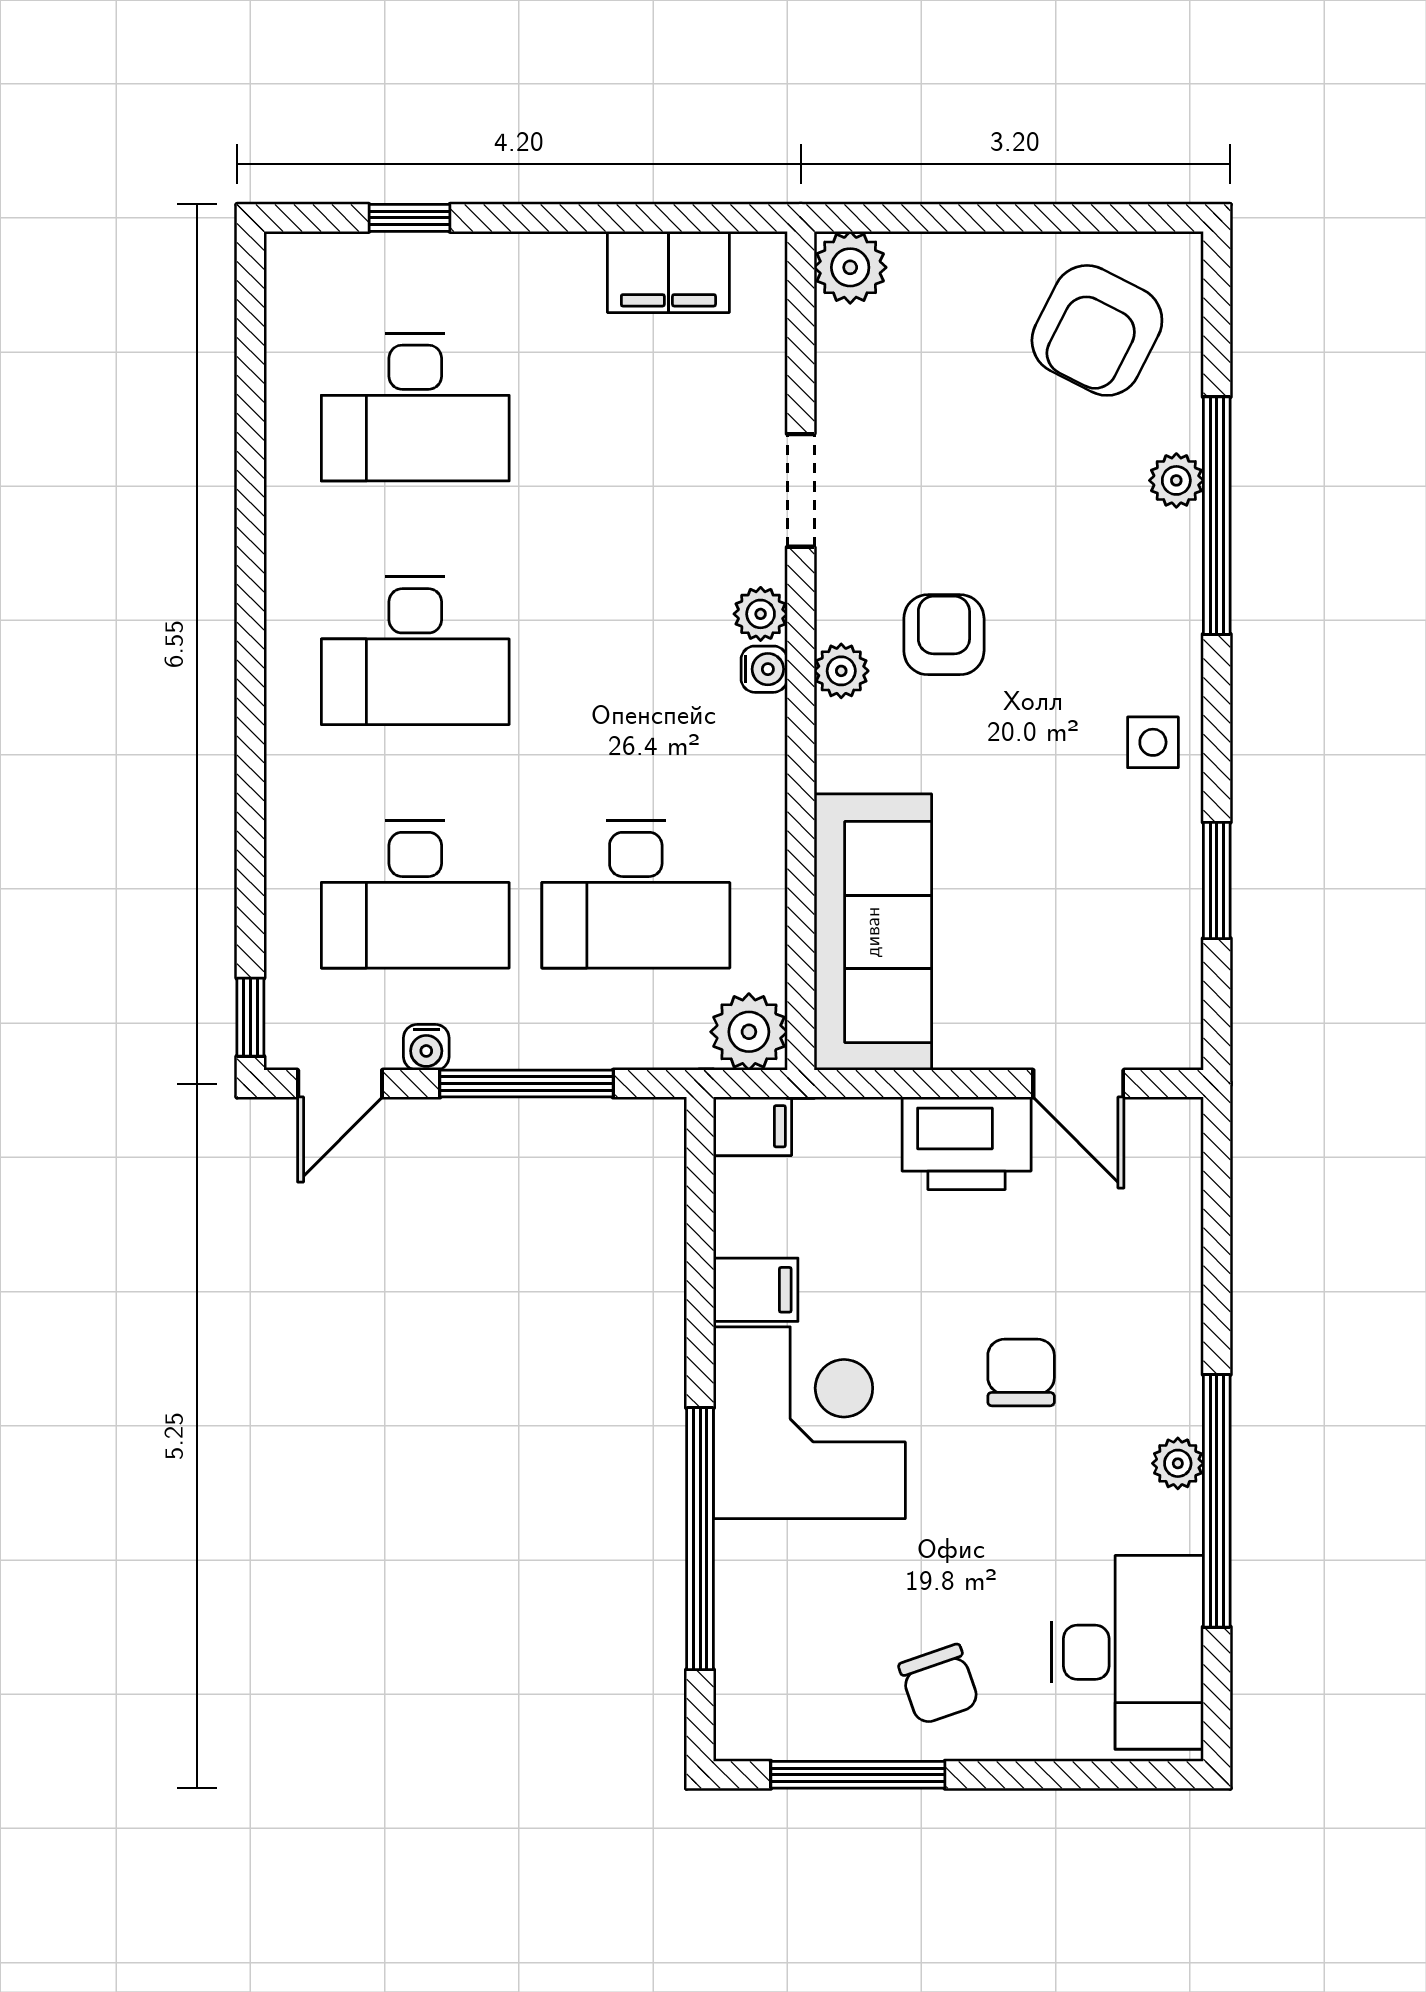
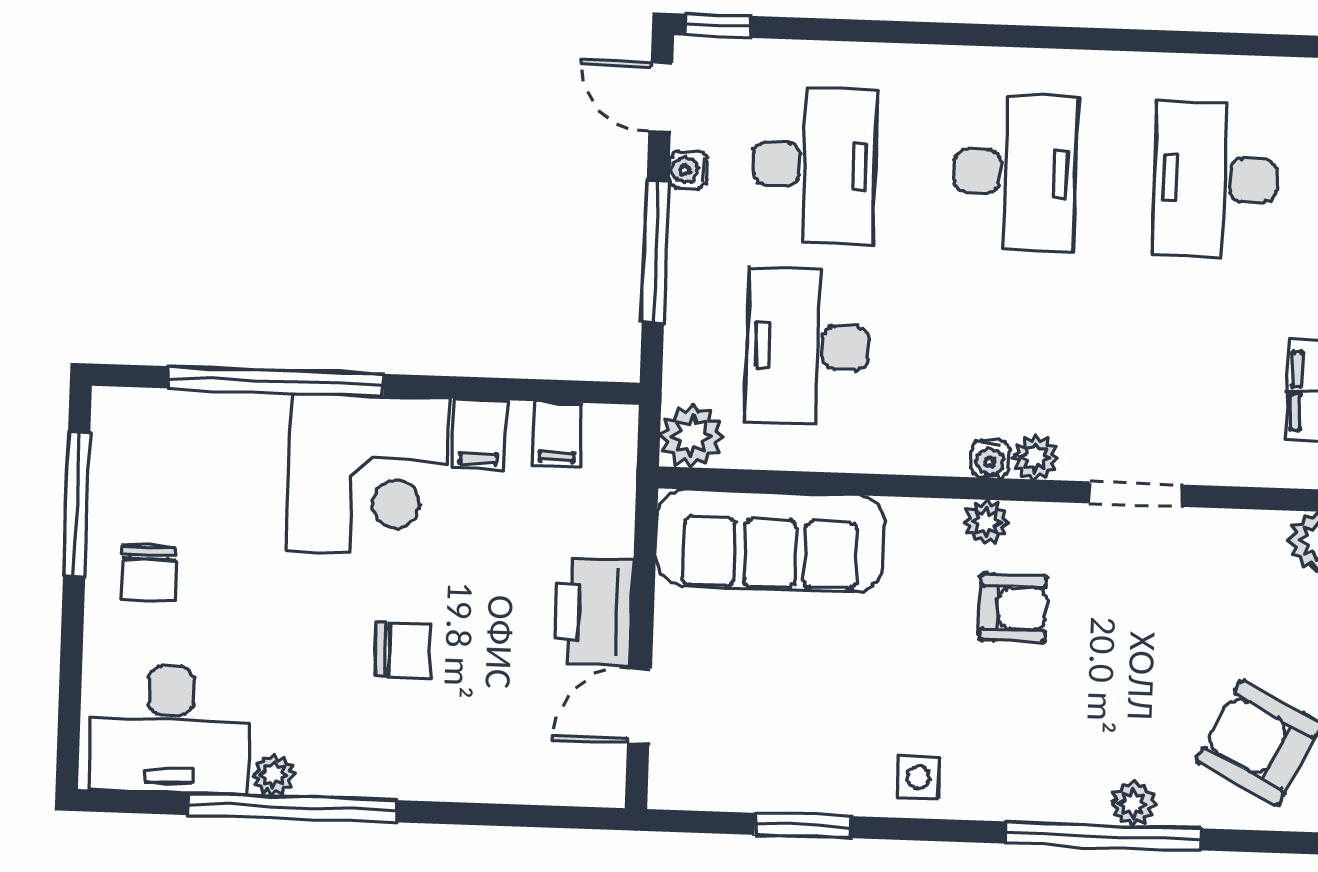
desk: (415, 651) -> (1015, 172), turned 180
desk: (415, 894) -> (814, 165), turned 180
filing cabinet: (752, 1126) -> (557, 434), moved
plant: (1178, 1463) -> (274, 775), moved
chair: (939, 1684) -> (149, 574), turned -71

